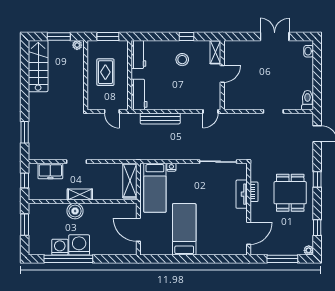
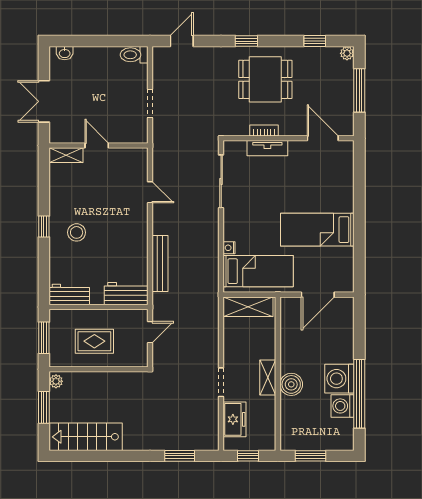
shelving: (215, 52) -> (66, 155), moved
door: (222, 74) -> (97, 145), moved
wall: (222, 75) -> (99, 145), moved

